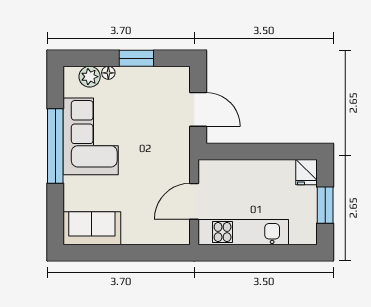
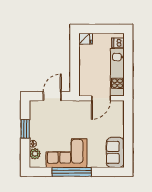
door: (194, 201) -> (101, 98), hinge flipped
window: (325, 205) -> (103, 29), removed
dishwasher: (299, 233) -> (118, 43), added

